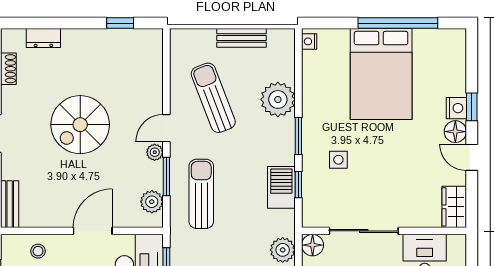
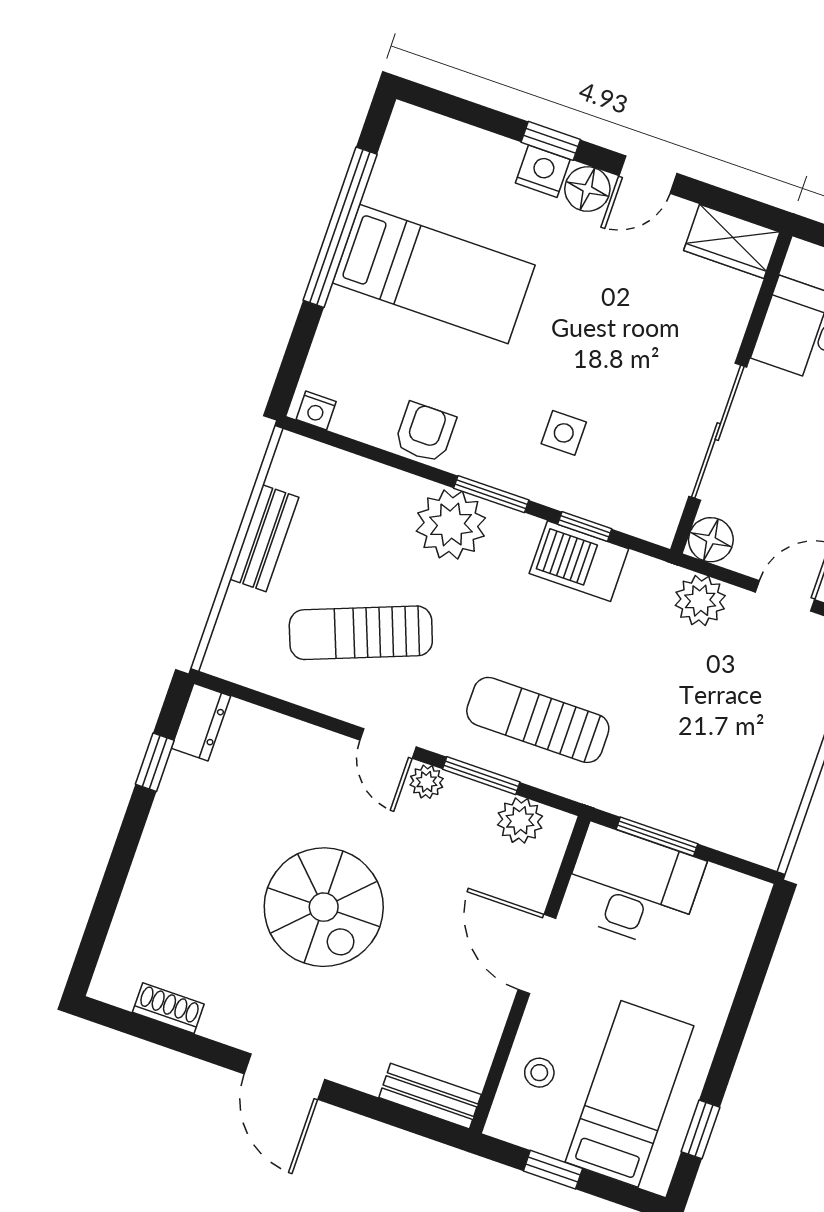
dresser: (43, 38) -> (201, 722), moved
bed: (381, 74) -> (434, 274), width x0.67
armchair: (316, 95) -> (425, 432), added
plant: (278, 99) -> (451, 525), moved

